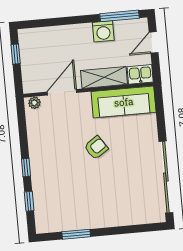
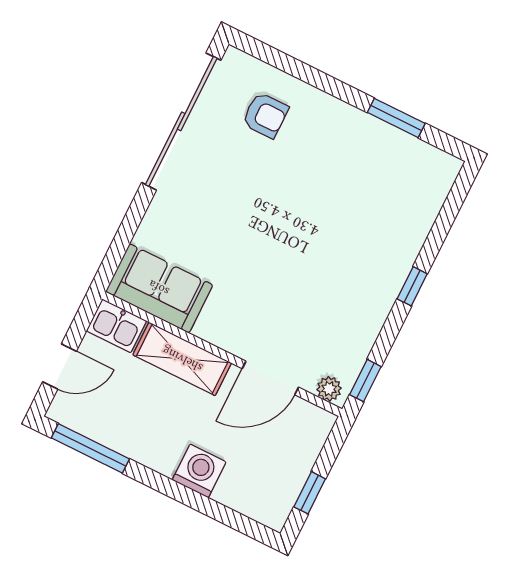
washing machine: (103, 31) -> (199, 471), moved
sofa: (124, 102) -> (159, 288), width x0.73
armchair: (96, 148) -> (265, 115), moved, turned -146
window: (29, 201) -> (365, 381), moved

